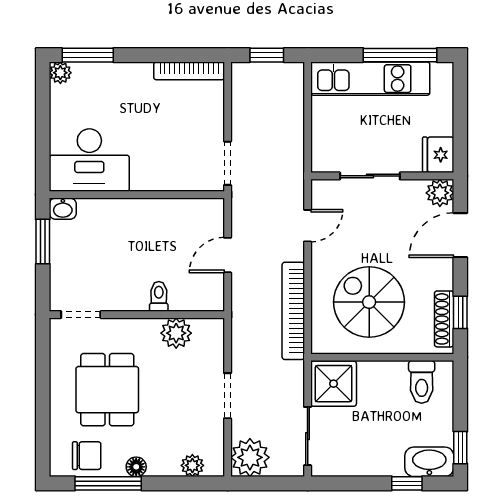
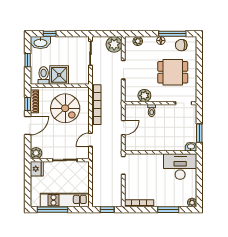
window: (88, 55) -> (168, 210), moved
door: (460, 235) -> (28, 126), moved
shower: (334, 384) -> (59, 75), moved
dining table: (107, 390) -> (173, 72), turned 90
window: (460, 448) -> (28, 60), moved

